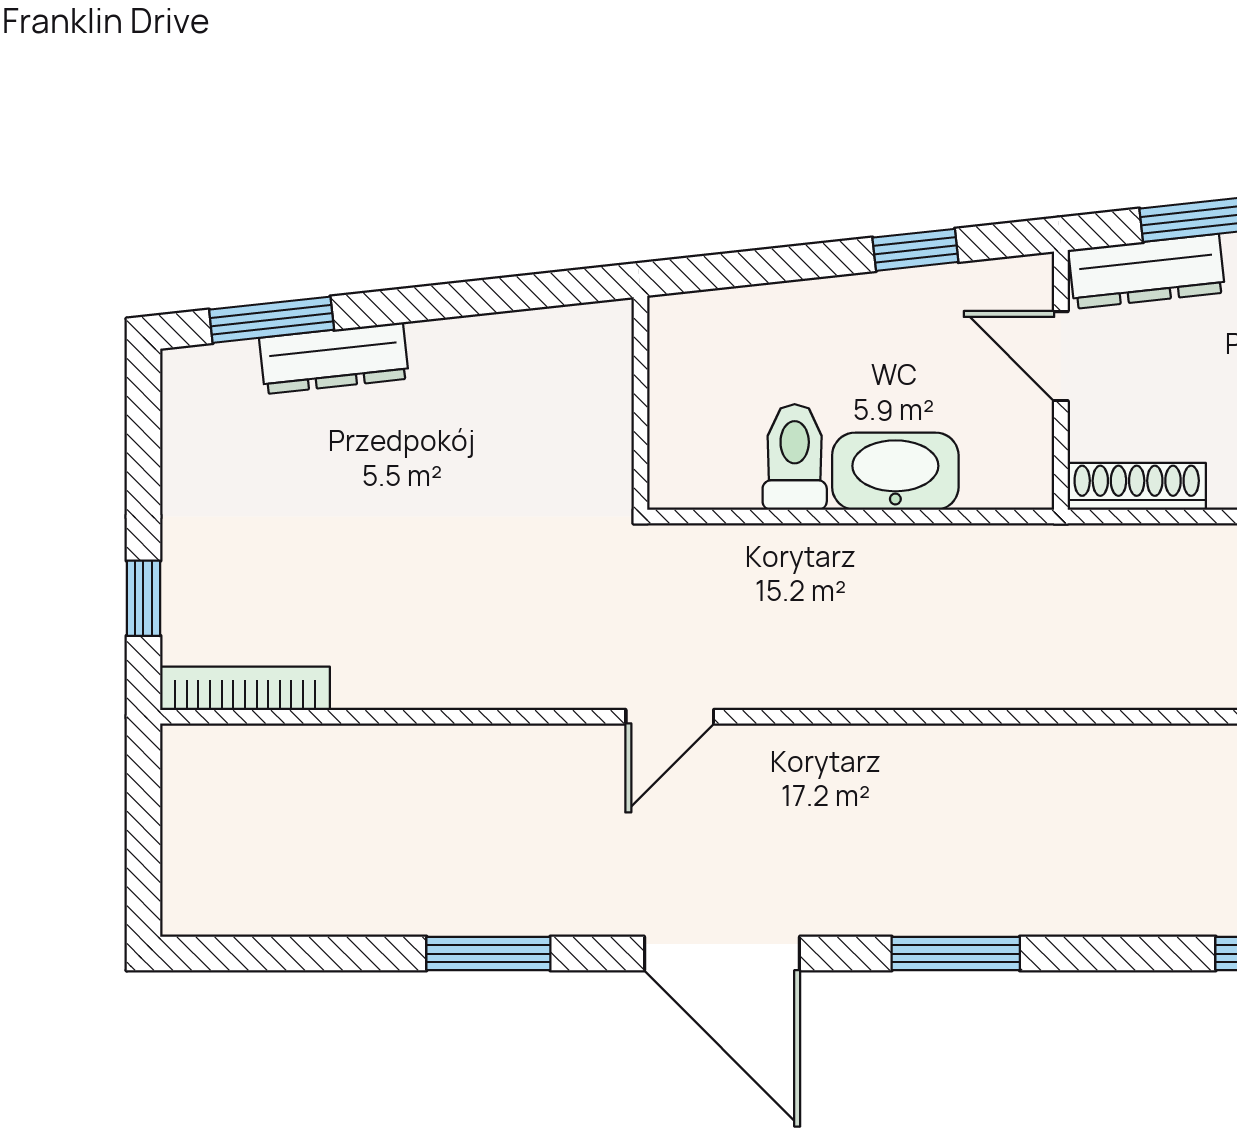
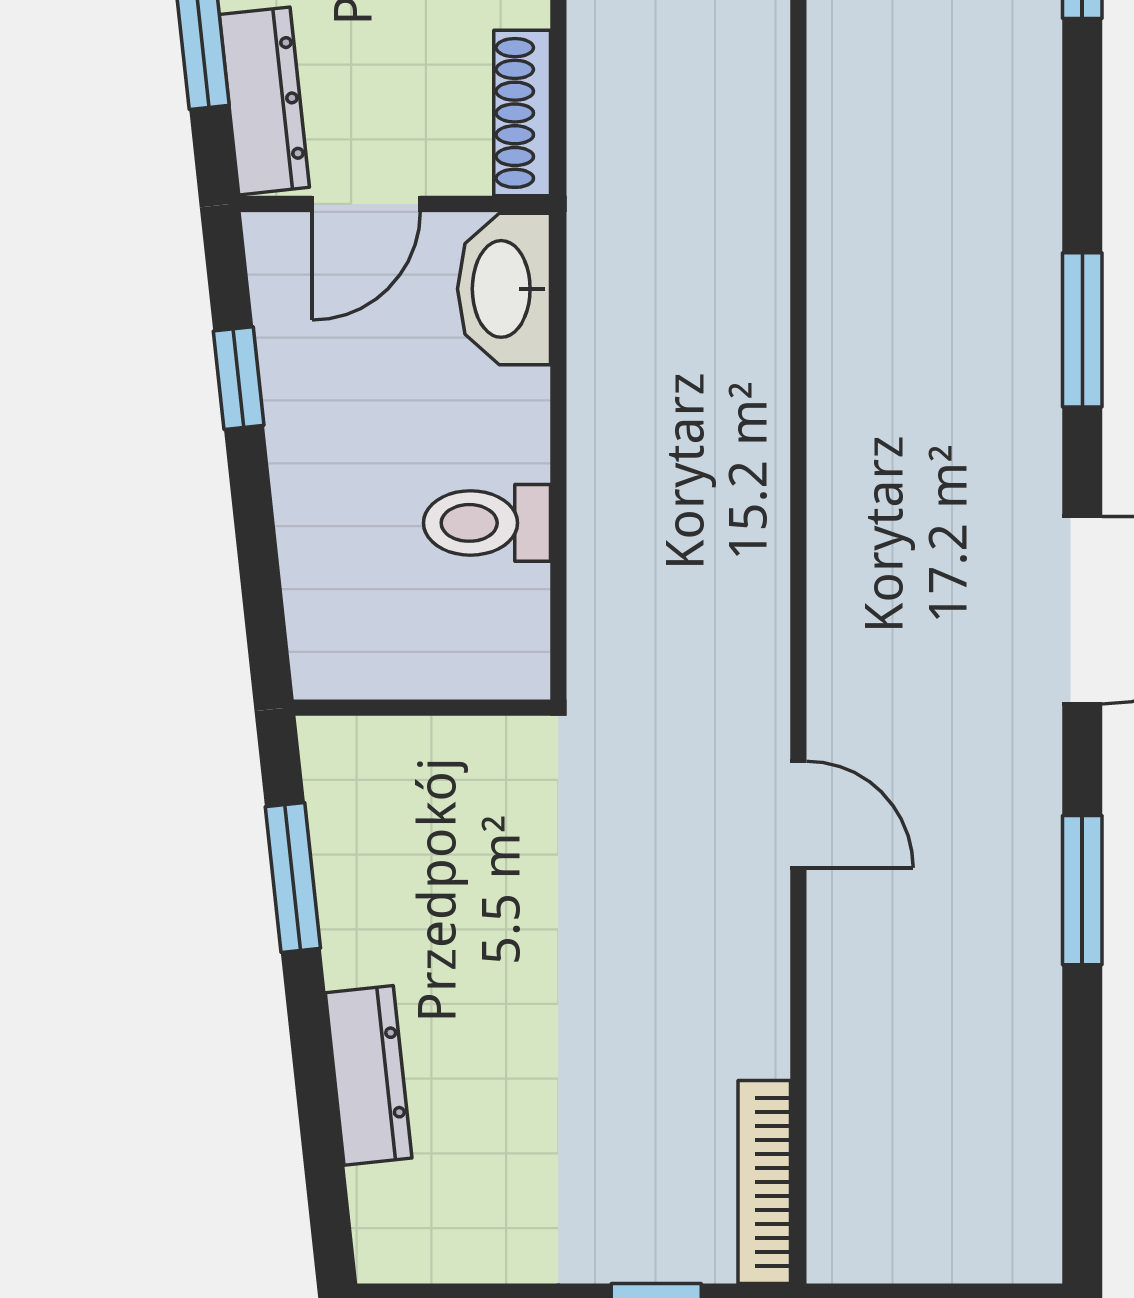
window: (272, 320) -> (293, 878), moved
washbasin: (895, 471) -> (504, 289), moved
door: (670, 717) -> (798, 814), moved

